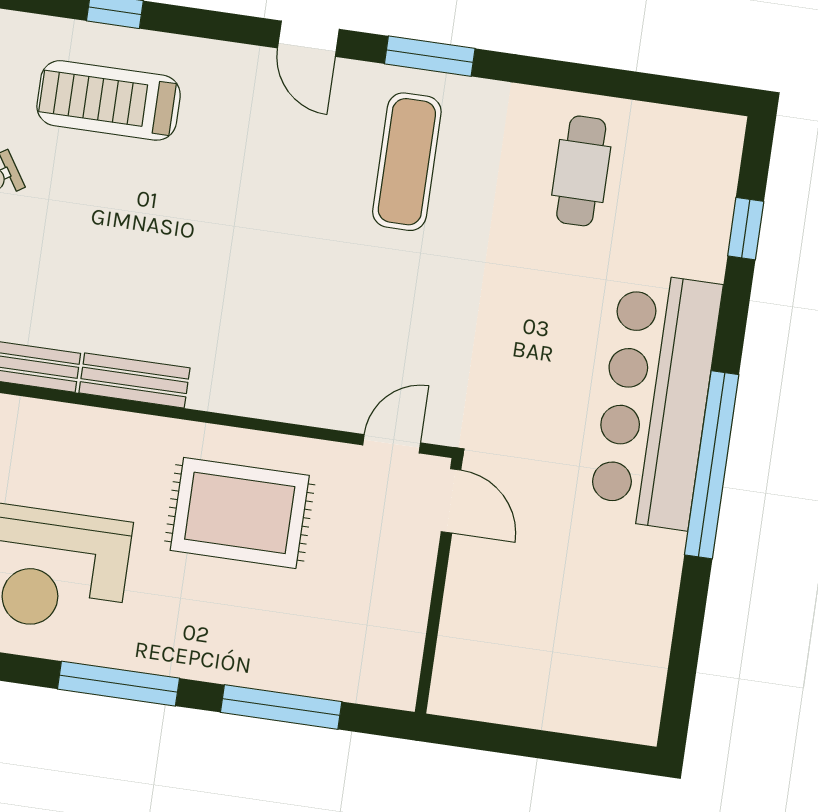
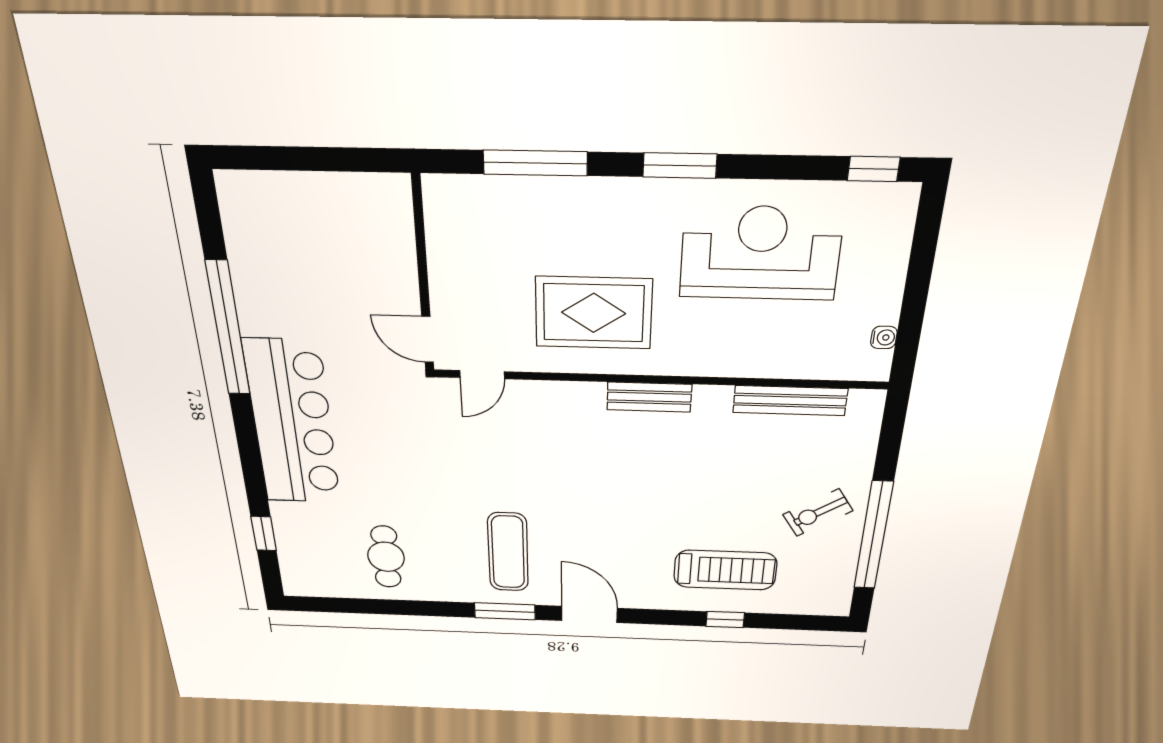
door: (308, 39) -> (589, 614), width x1.37
bench: (134, 380) -> (649, 397), moved
window: (712, 465) -> (228, 329), moved
window: (118, 684) -> (680, 166), width x0.69

